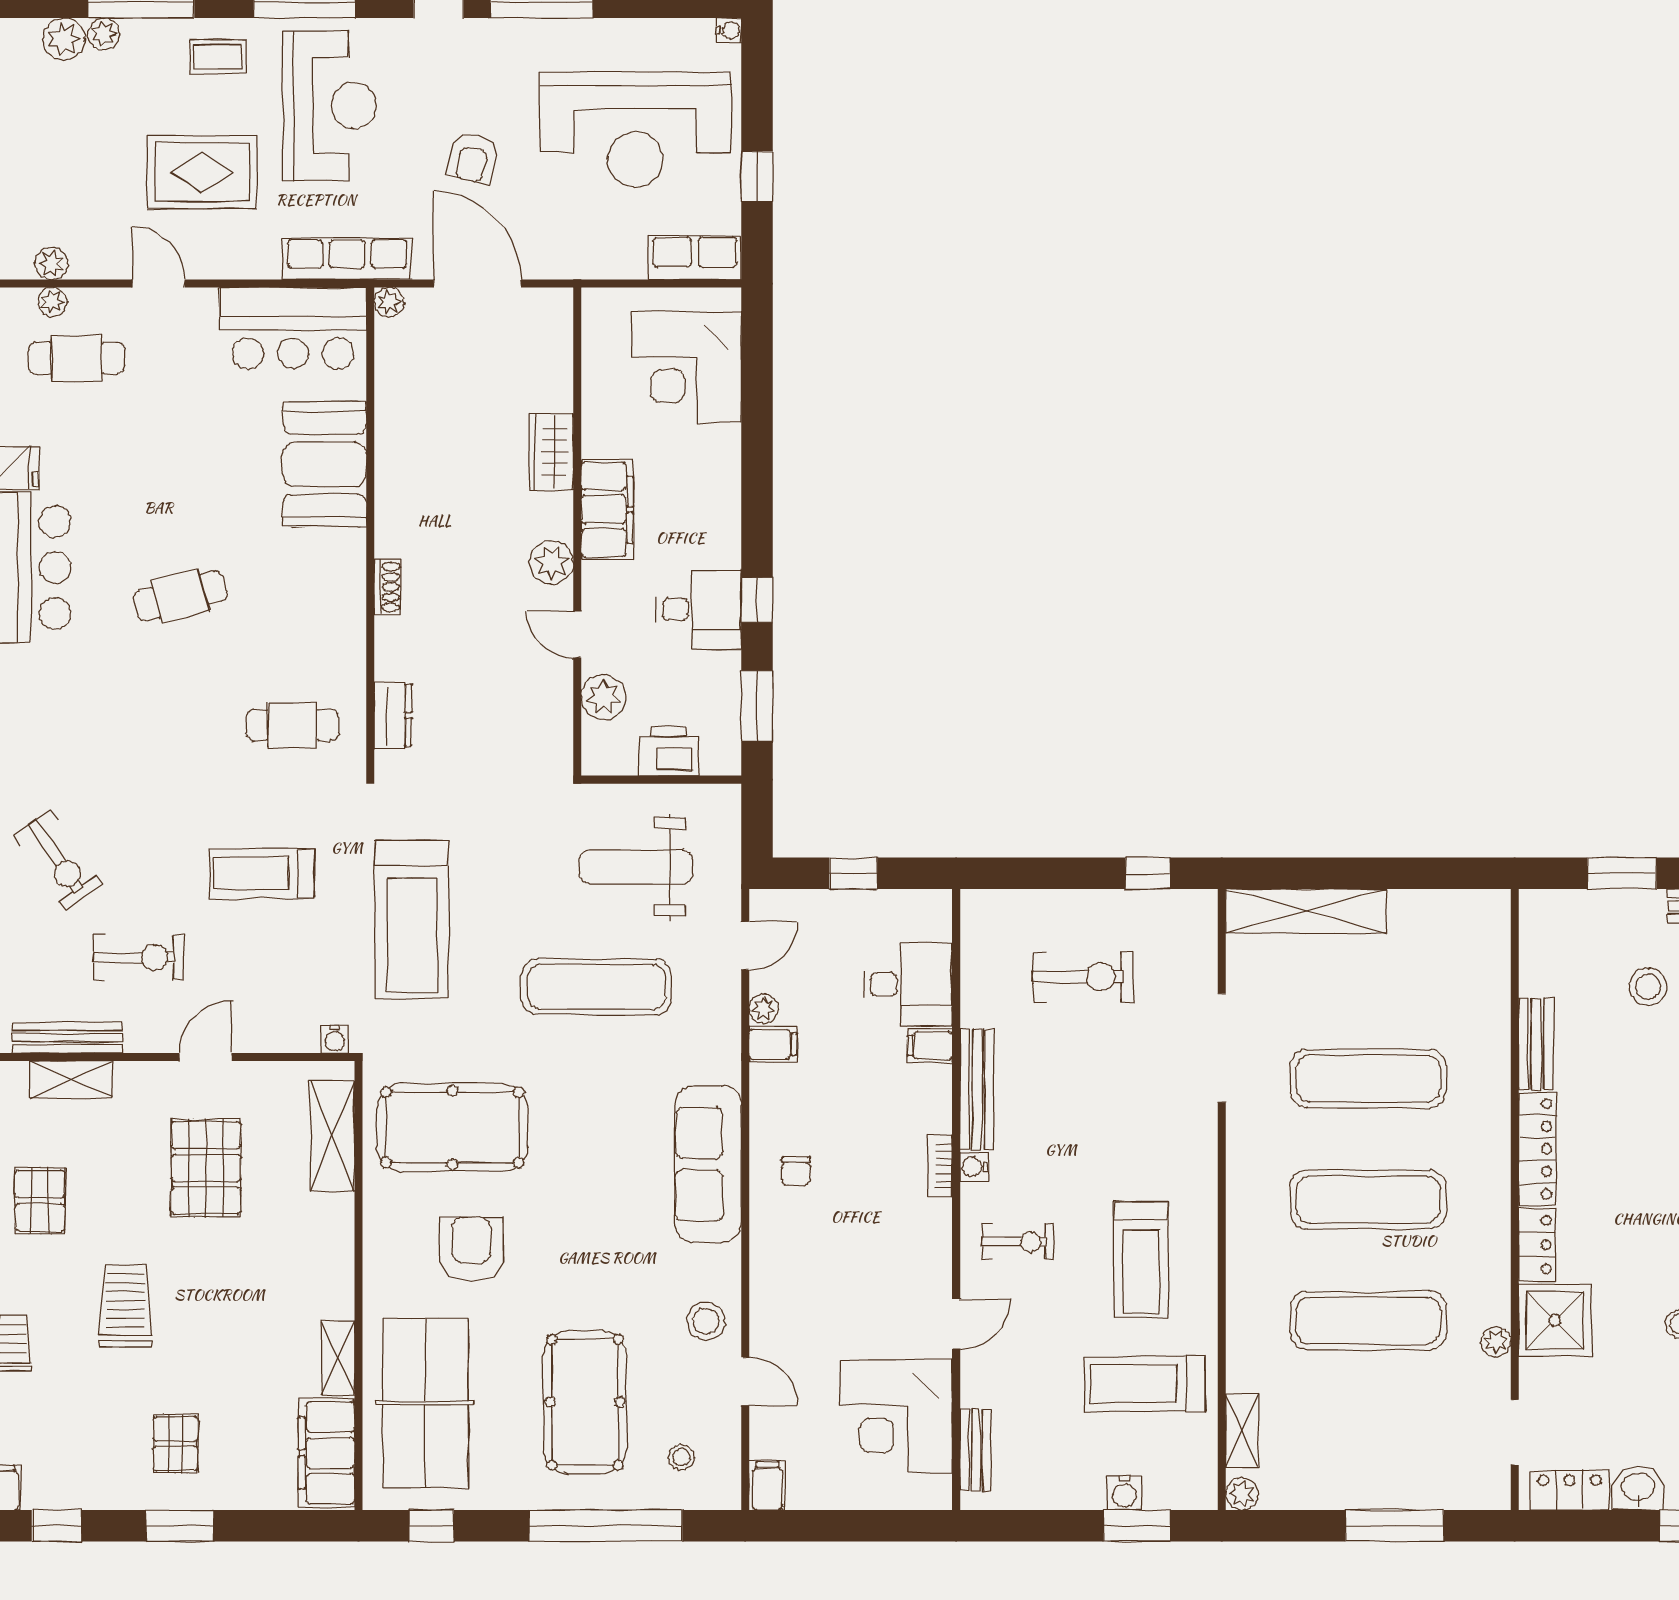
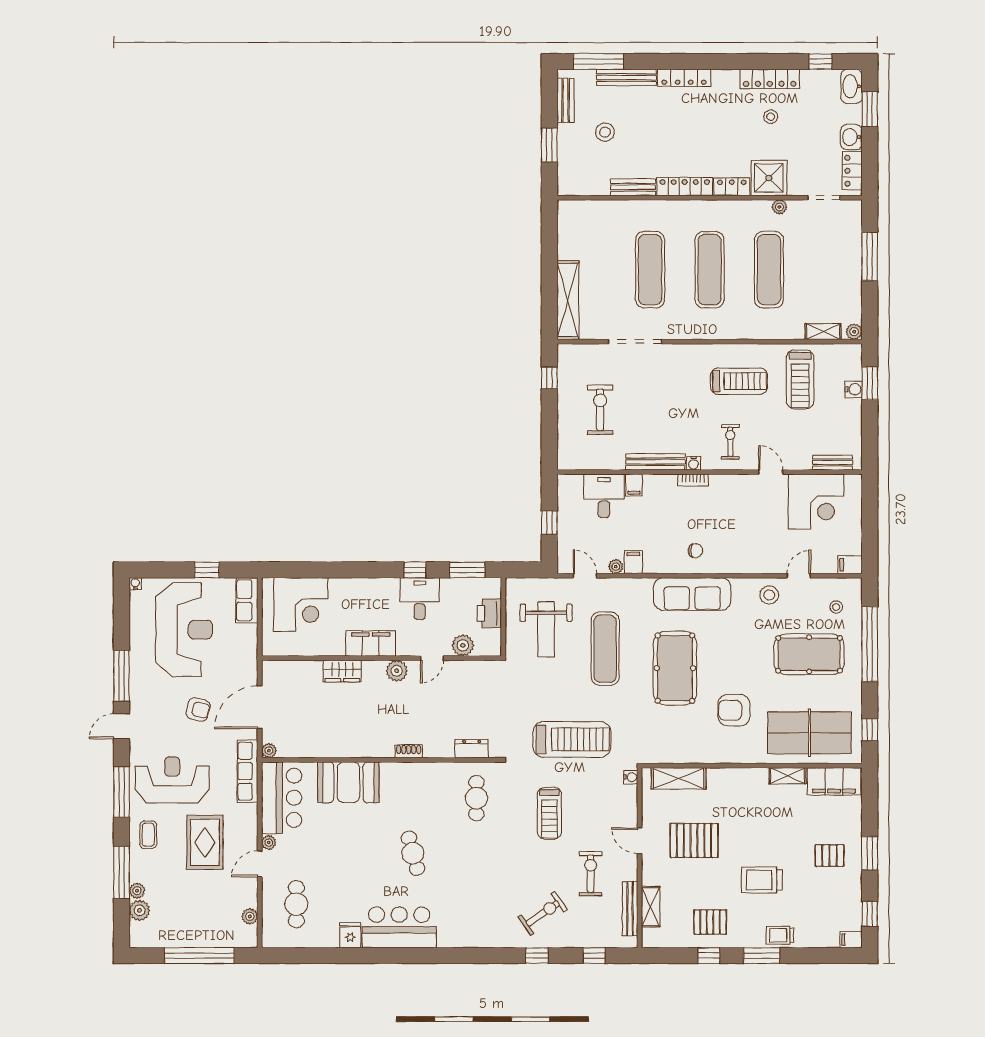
plant: (52, 302) -> (269, 842), moved
pool table: (452, 1127) -> (675, 668), moved

